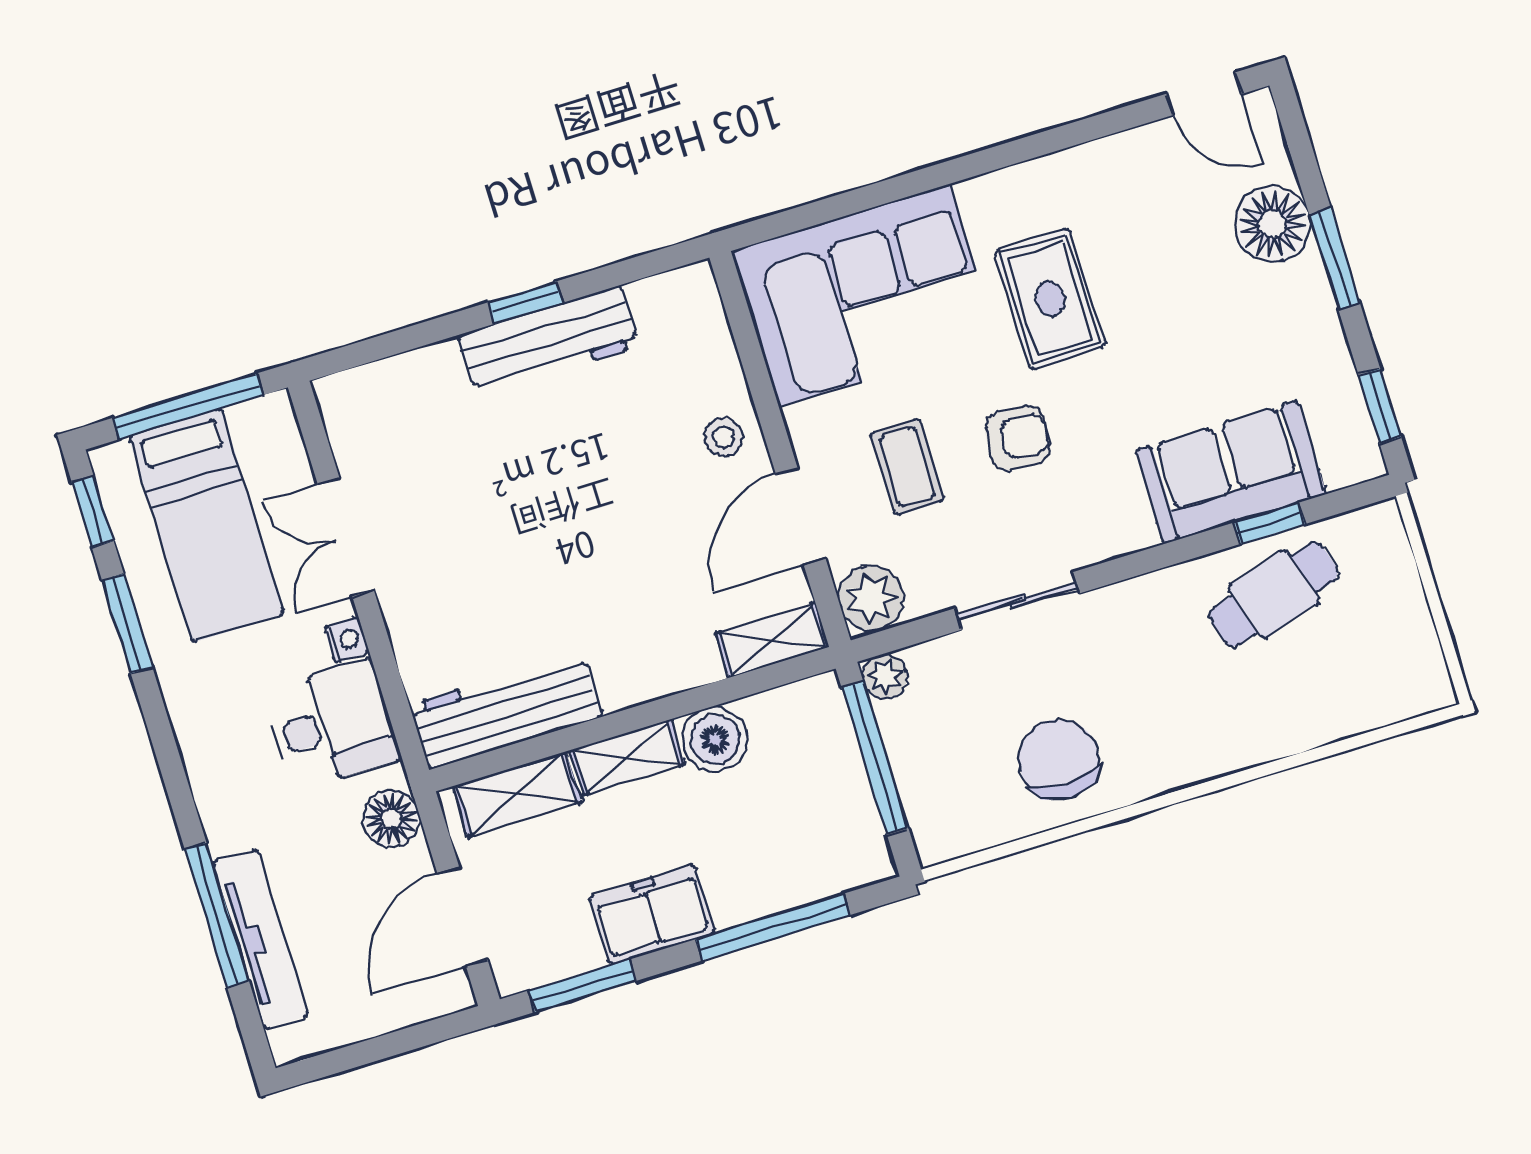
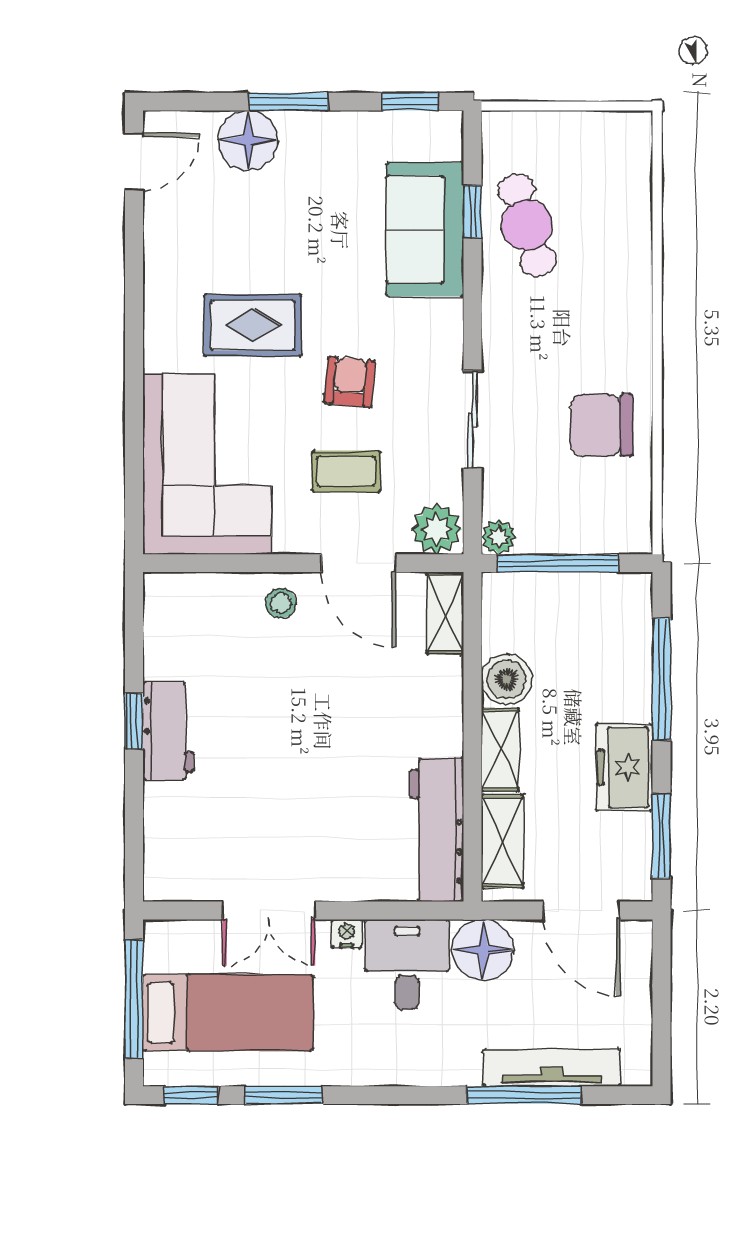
workbench: (549, 341) -> (168, 731), width x0.73
floor lamp: (391, 819) -> (483, 950), width x1.38, depth x1.38

